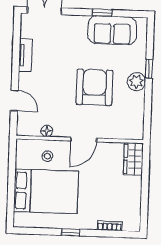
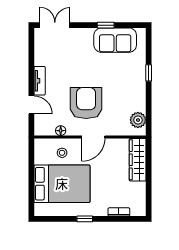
tv unit: (25, 55) -> (40, 81), moved
plant: (136, 82) -> (138, 120), moved
armchair: (94, 87) -> (86, 103), moved
wardrobe: (133, 159) -> (138, 160), width x1.50

